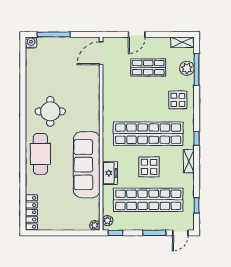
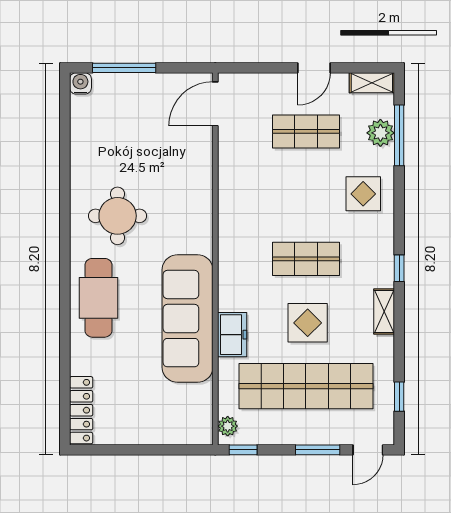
door: (137, 34) -> (314, 68), moved
shop shelf: (148, 134) -> (306, 259), width x0.50, depth x0.74
plant: (95, 225) -> (203, 435), removed

